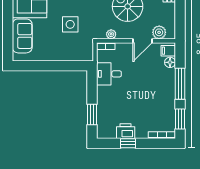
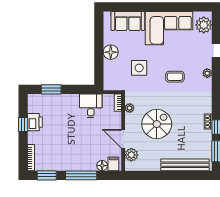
floor lamp: (54, 54) -> (111, 52), added

